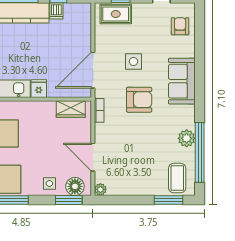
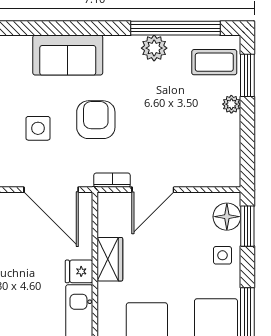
wardrobe: (71, 109) -> (110, 259), moved
door: (93, 157) -> (153, 190), moved
plant: (100, 189) -> (231, 104), moved

